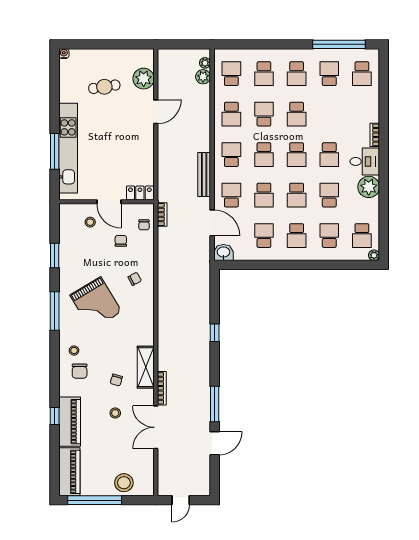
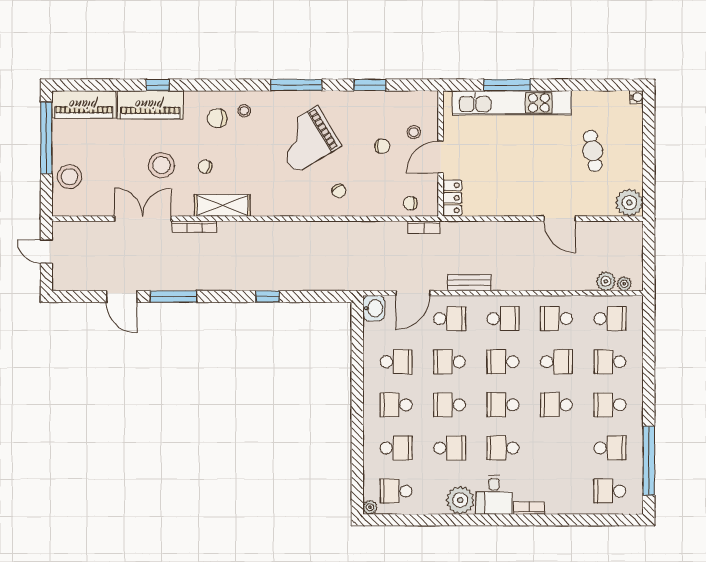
plant: (144, 79) -> (629, 203), moved
bench: (204, 174) -> (469, 283), width x0.73
chair: (121, 241) -> (382, 146), moved
stool: (115, 413) -> (162, 165), width x1.89, depth x1.89

